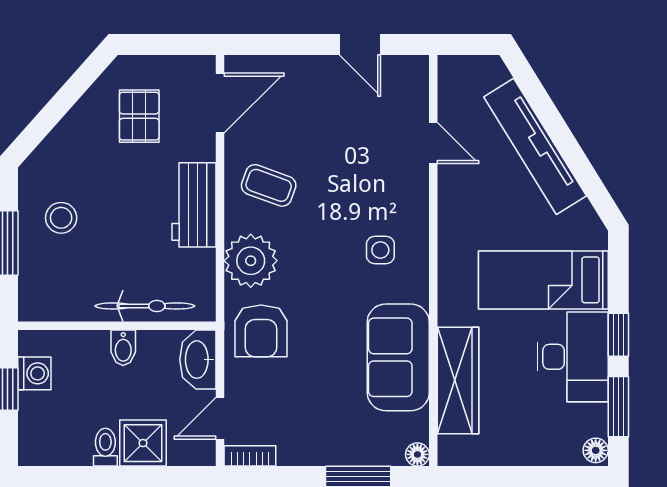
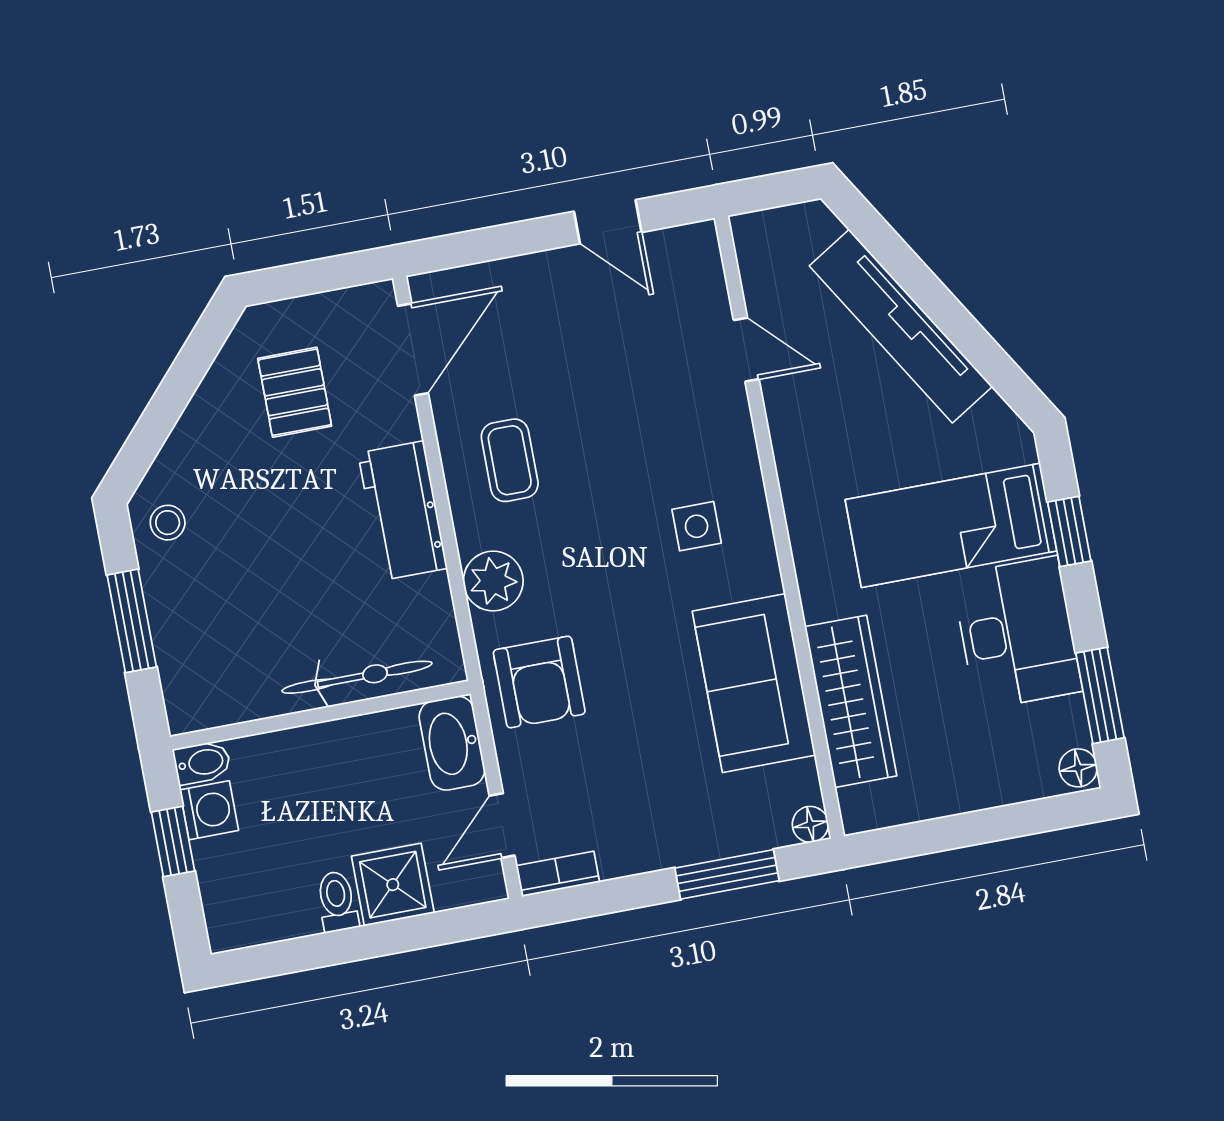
coffee table: (269, 185) -> (510, 460), turned 70
stool: (61, 218) -> (168, 523), moved, width x0.73, depth x0.73
plant: (251, 261) -> (493, 581), width x0.73, depth x0.73
window: (618, 335) -> (1069, 531), moved
bidet: (123, 348) -> (202, 763), moved, turned -90

